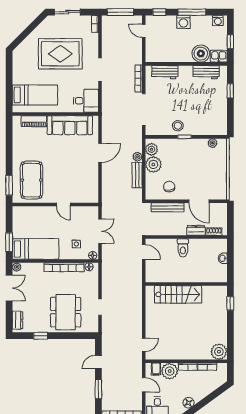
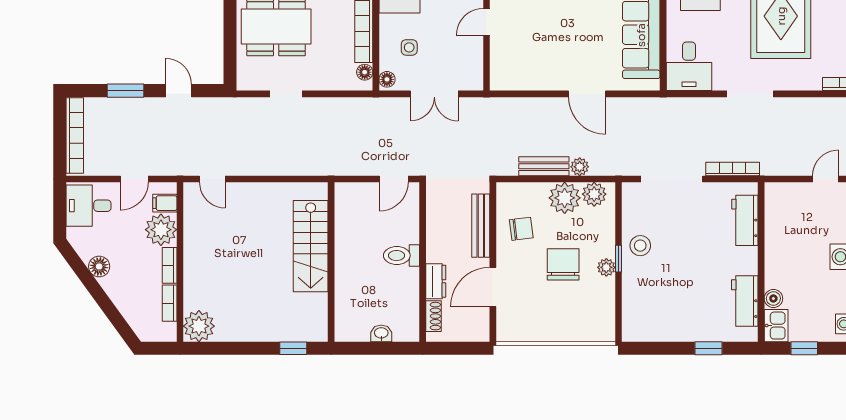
boiler: (201, 54) -> (773, 298), width x0.54, depth x0.54
plant: (212, 143) -> (606, 267), moved
chair: (187, 165) -> (563, 264), added

